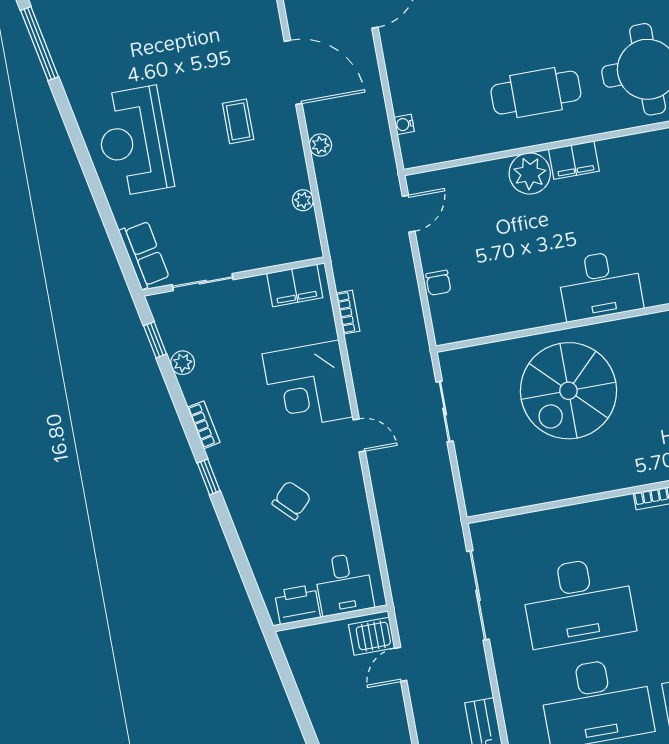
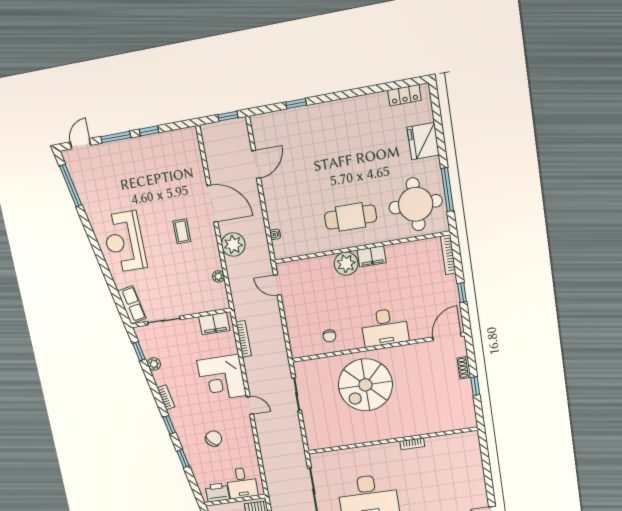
plant: (320, 145) -> (233, 245), width x1.87, depth x1.87
door: (409, 214) -> (277, 285), swing flipped
chair: (438, 283) -> (329, 336), moved
bookcase: (348, 312) -> (244, 339), width x1.56
window: (234, 541) -> (183, 459), added

